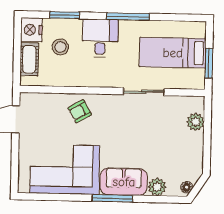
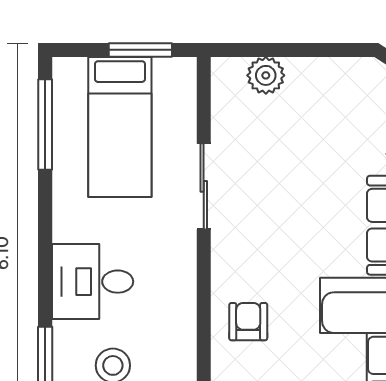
window: (128, 16) -> (45, 124), moved
armchair: (80, 111) -> (248, 322), turned -150

